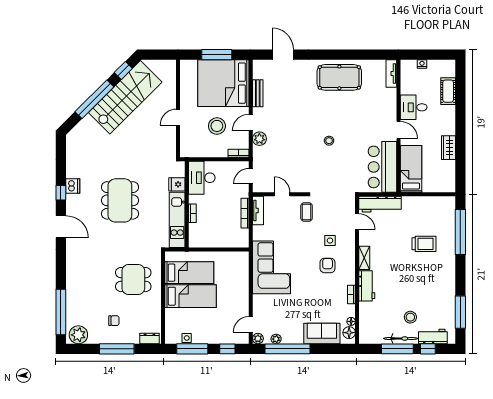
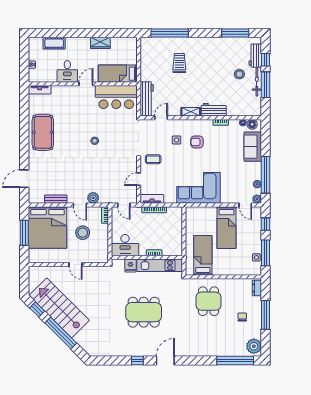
dishwasher: (73, 186) -> (132, 351), removed
bed: (191, 296) -> (227, 228), moved, turned 180

